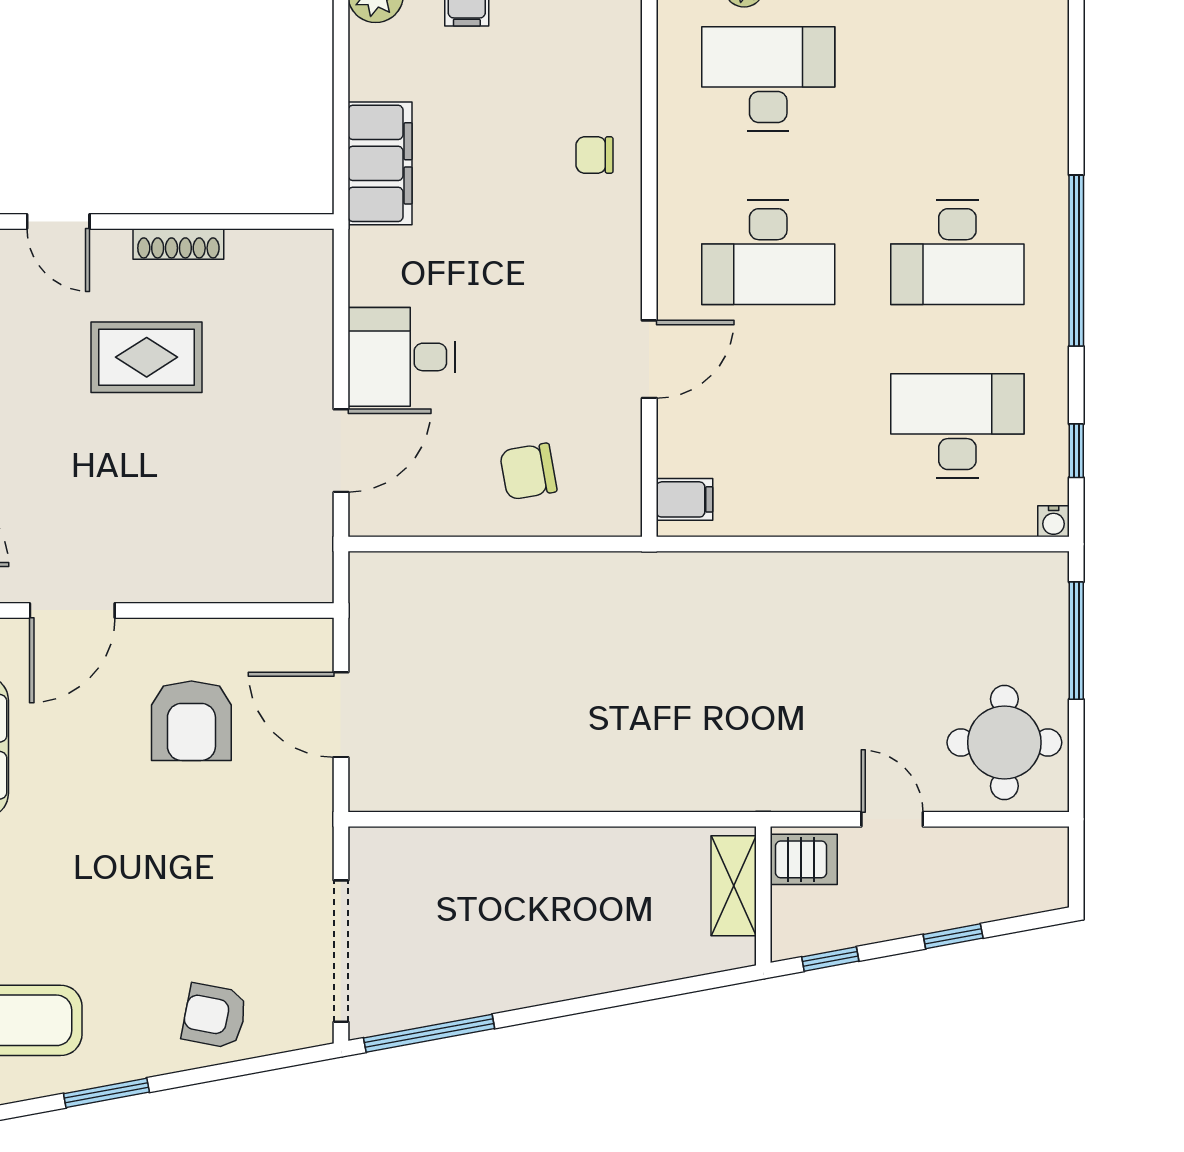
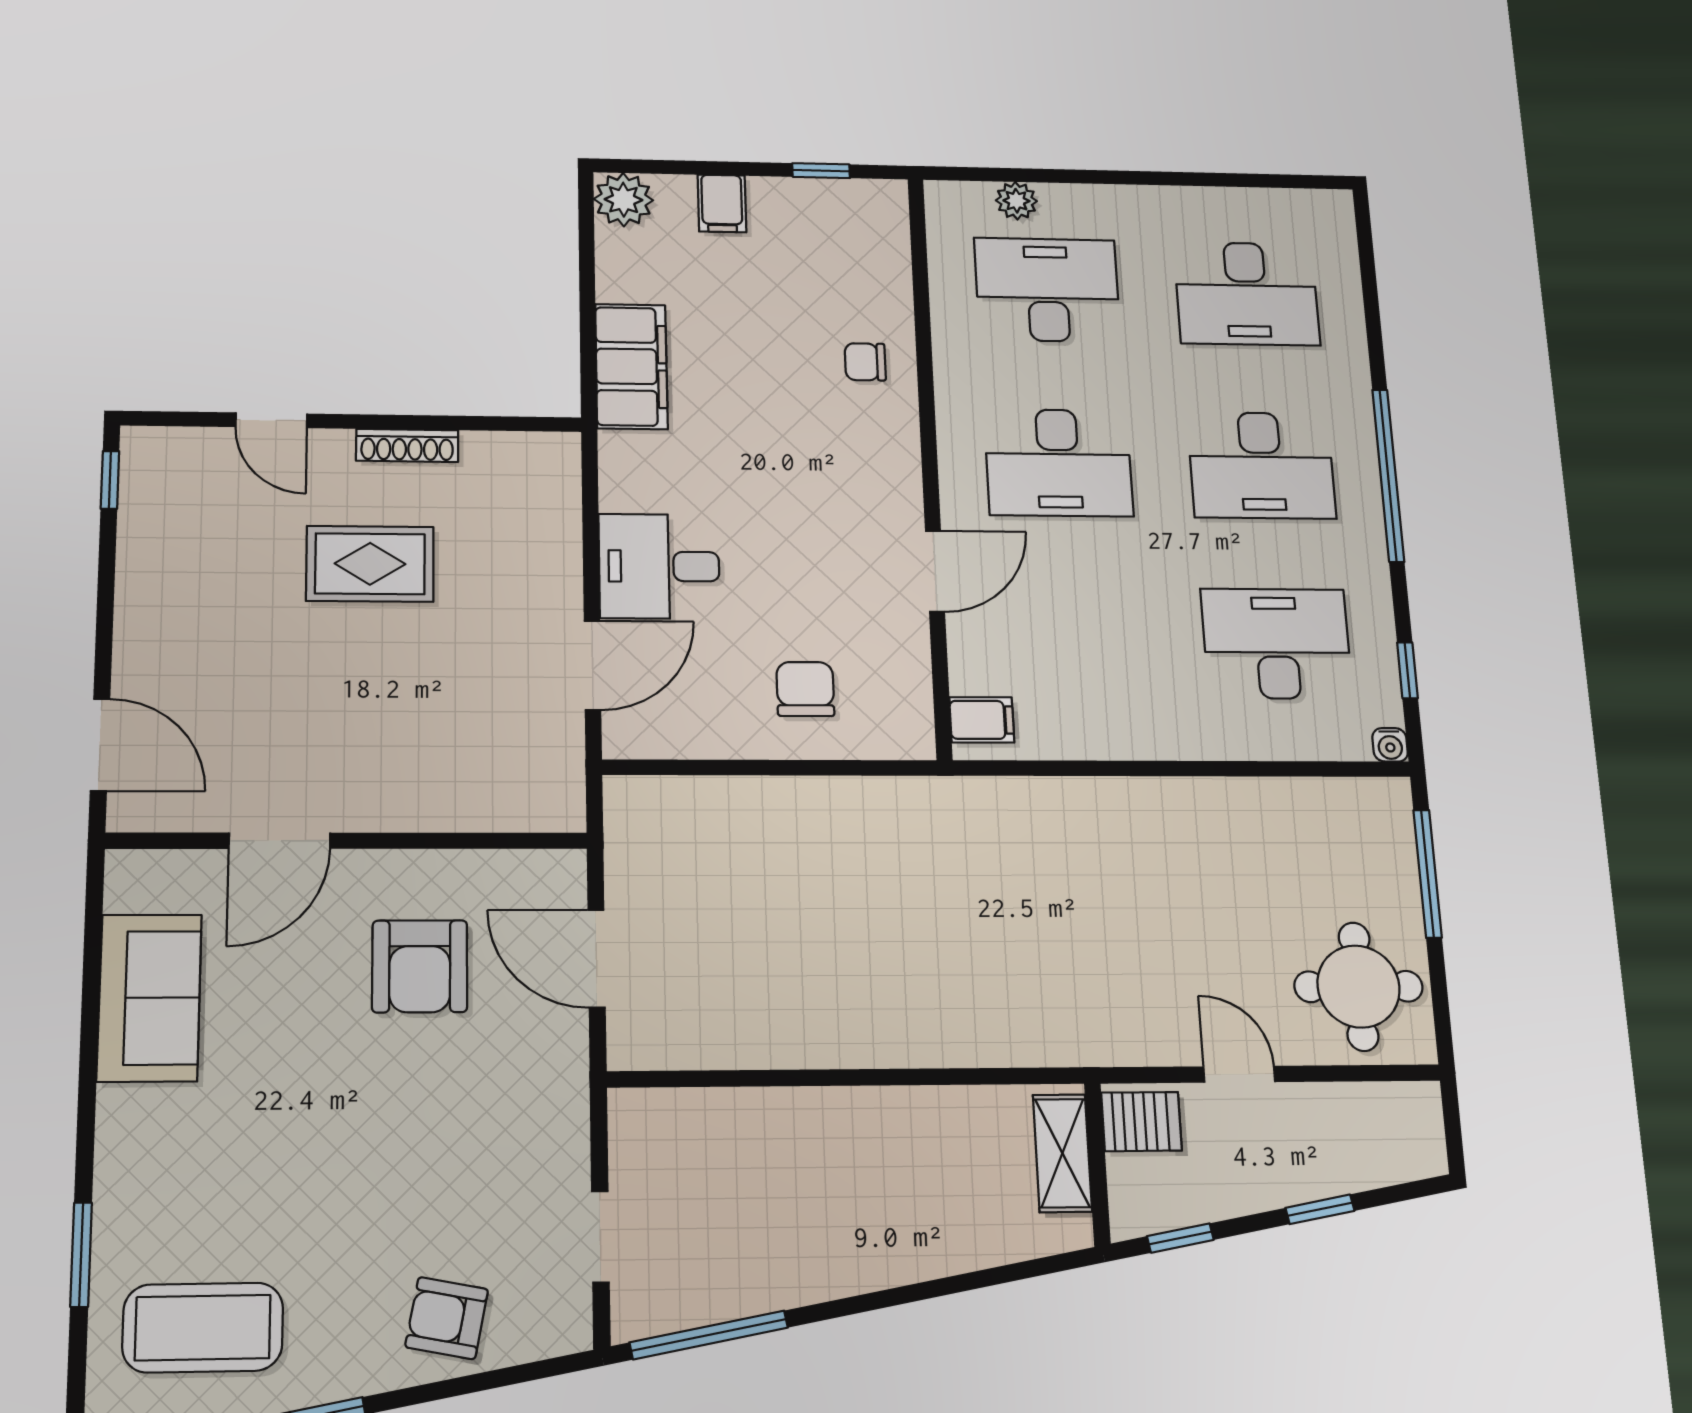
desk: (957, 79) -> (1247, 294), added
chair: (528, 471) -> (805, 689), turned 100
doorway: (341, 951) -> (600, 1237), width x0.53

